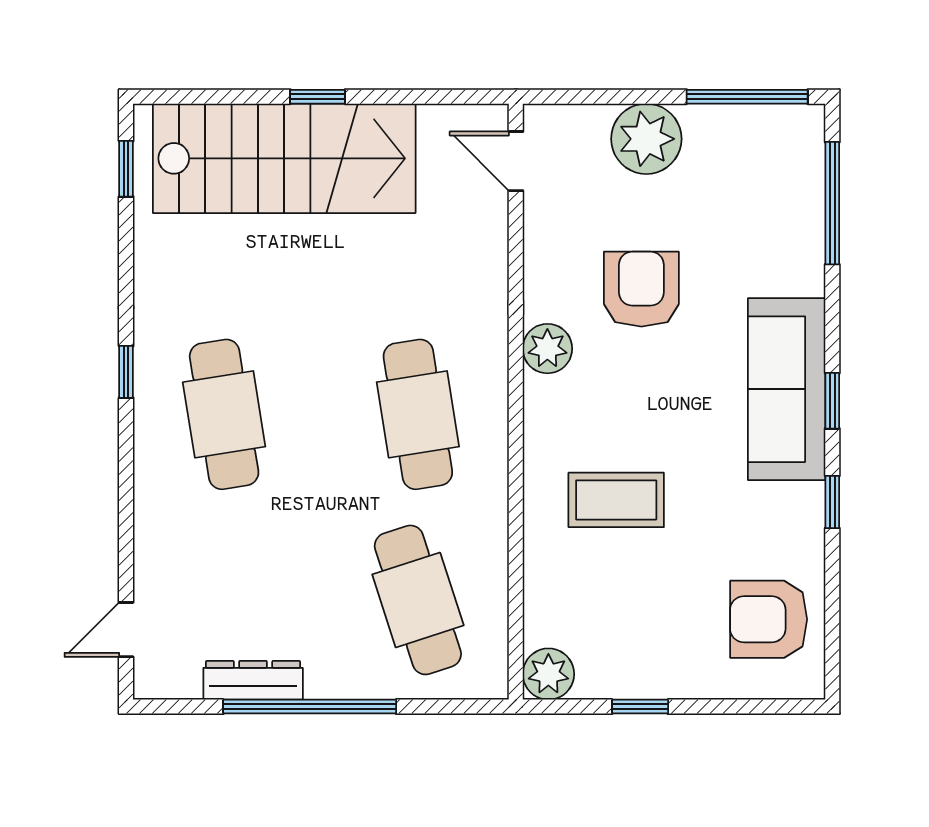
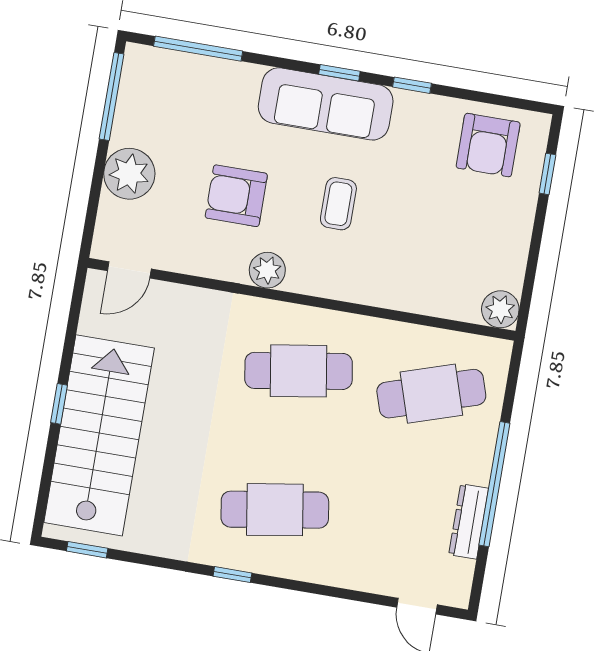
coffee table: (616, 500) -> (338, 204), moved, width x0.73, depth x0.77
window: (640, 707) -> (547, 174), moved

